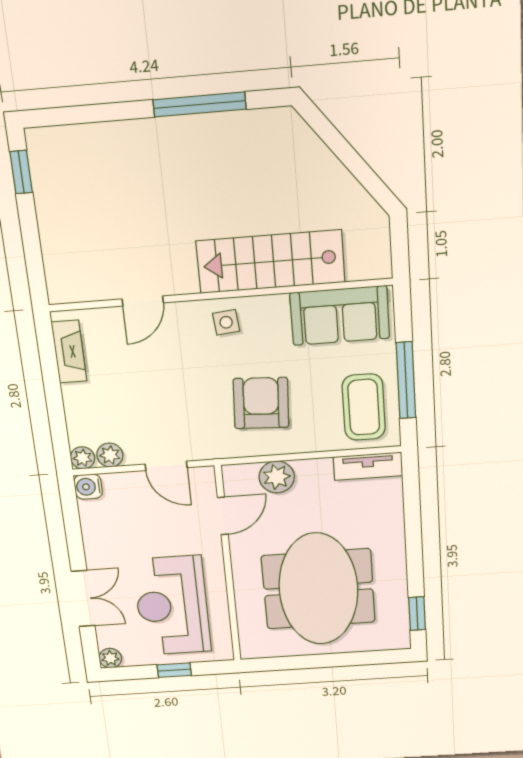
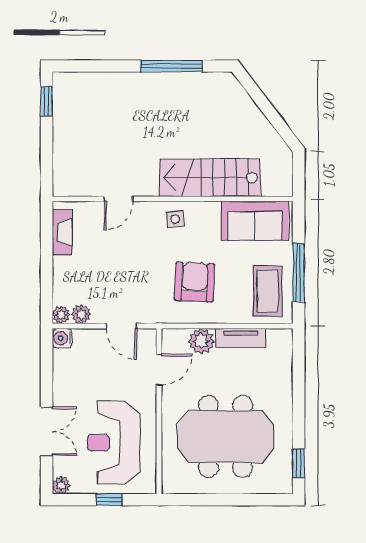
tv unit: (368, 466) -> (241, 338), moved
meeting table: (318, 589) -> (225, 437), turned 90

